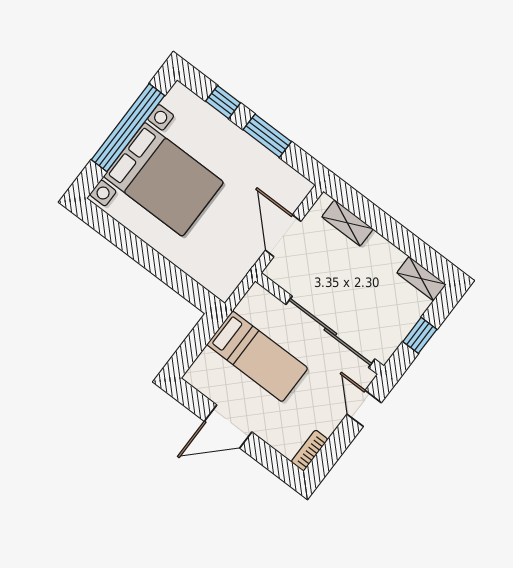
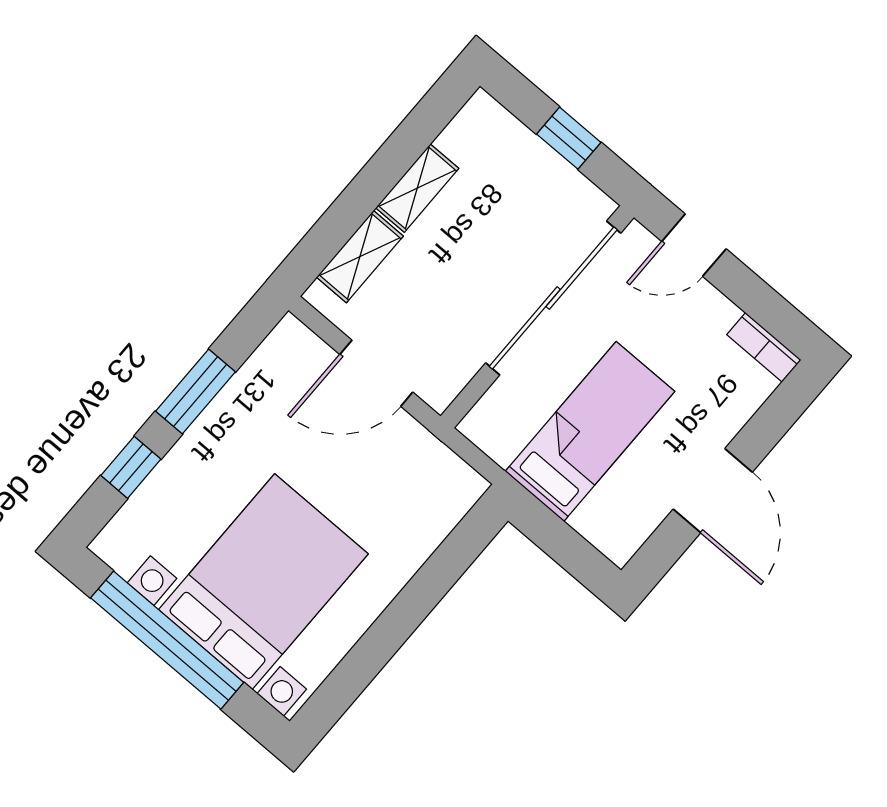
shelving: (421, 279) -> (417, 188), moved

